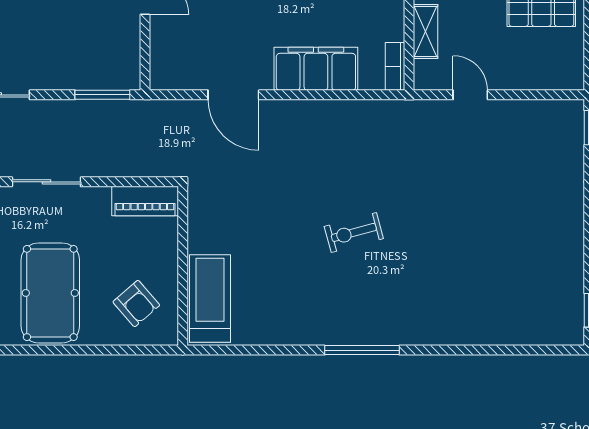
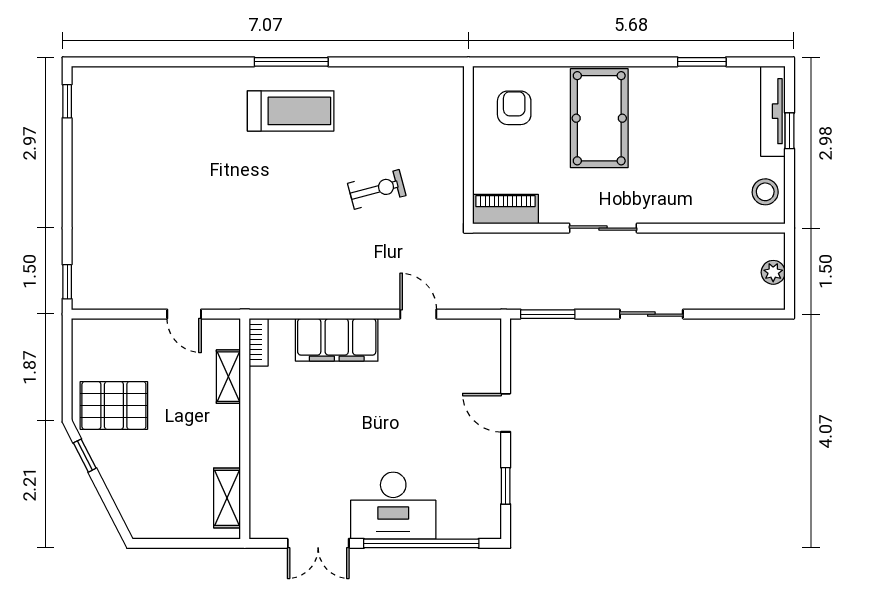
door: (233, 95) -> (418, 314), width x0.73
exercise bike: (354, 232) -> (377, 189), moved
treadmill: (210, 299) -> (291, 111), moved, turned -90
armchair: (136, 304) -> (514, 108), turned 41

